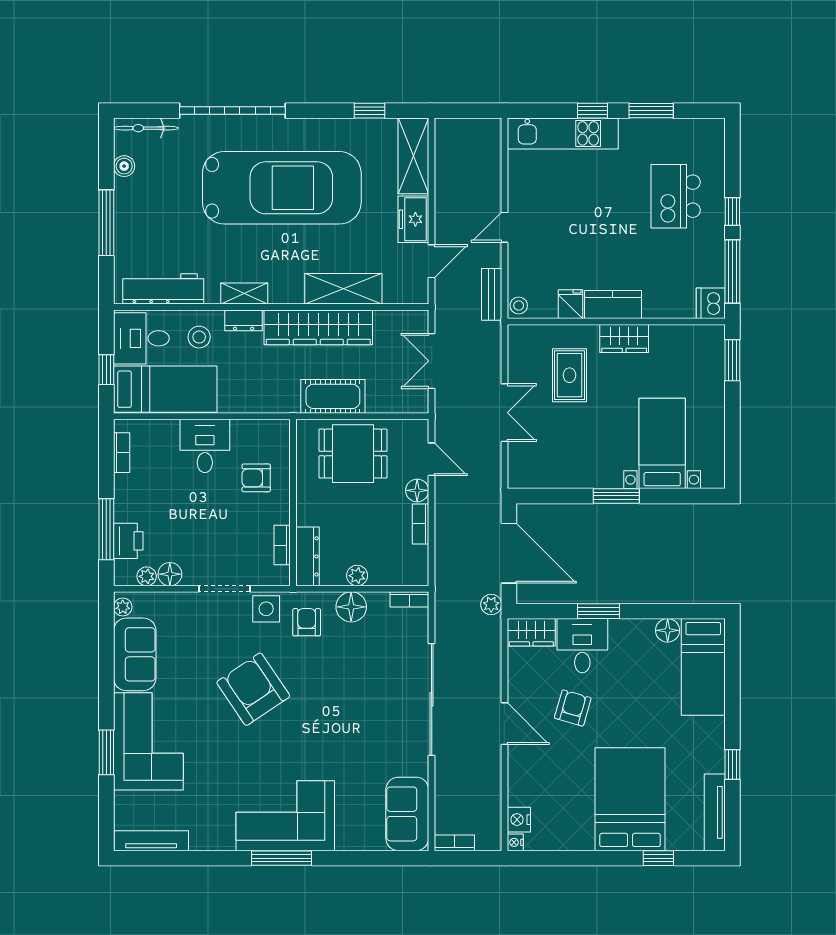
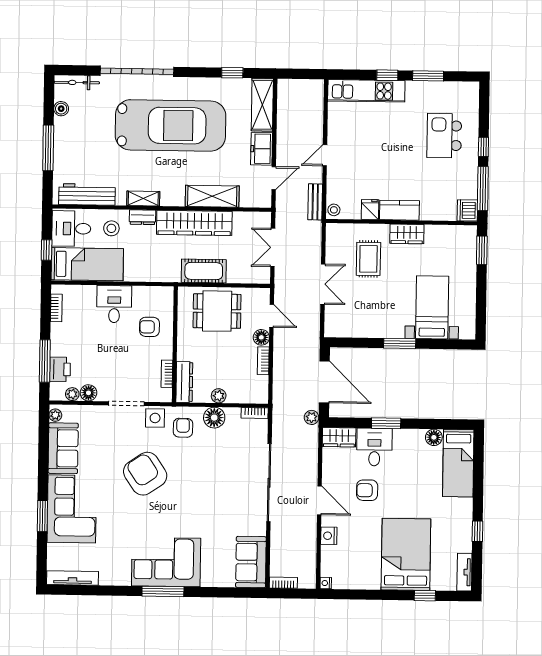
armchair: (573, 708) -> (367, 490), turned -106
tv unit: (715, 812) -> (464, 572), width x0.71
nightstand: (519, 820) -> (329, 536), moved

